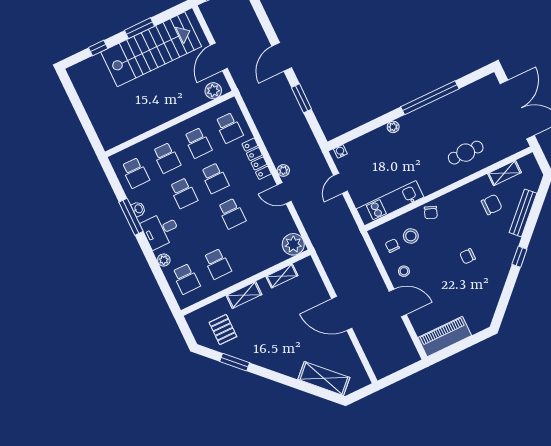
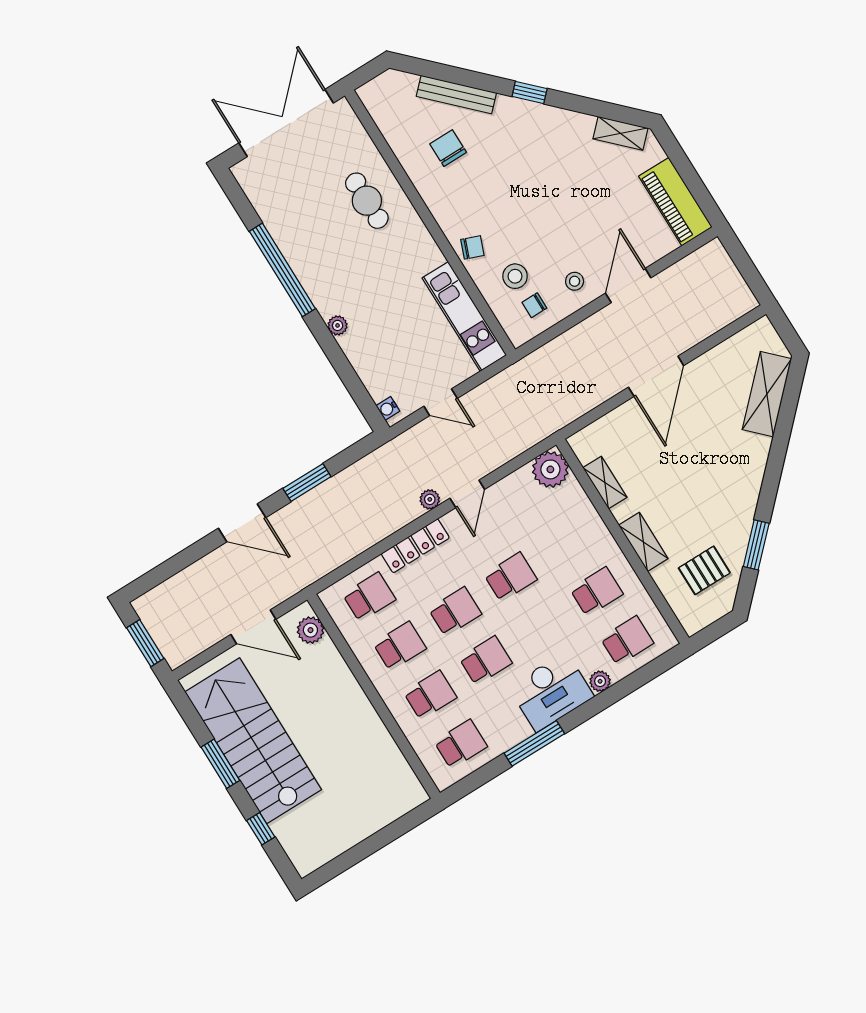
shelving: (504, 173) -> (621, 133), moved, turned -45
washbasin: (138, 209) -> (520, 733), removed
desk: (161, 230) -> (551, 692), width x1.37
chair: (468, 256) -> (538, 178), removed

